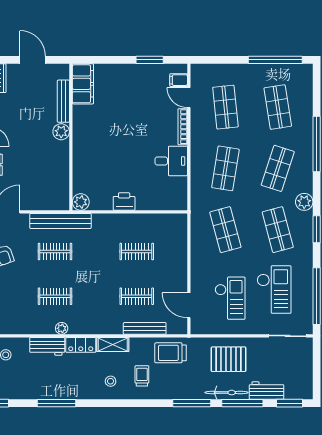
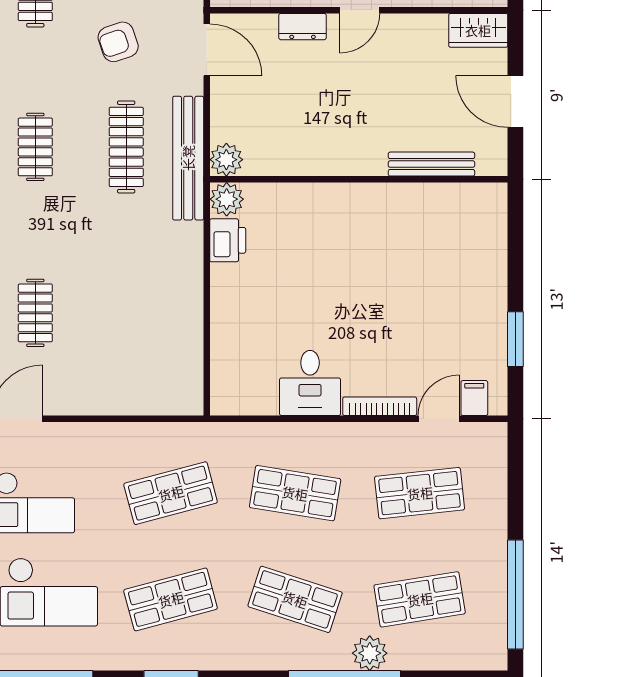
door: (33, 60) -> (515, 102), swing flipped
filing cabinet: (83, 84) -> (467, 204), removed
plant: (61, 132) -> (226, 160), moved
printer: (124, 202) -> (228, 240), moved
plant: (304, 202) -> (370, 653), moved
clothes rail: (55, 251) -> (126, 147), width x1.36
clothes rail: (137, 251) -> (126, 313), removed

